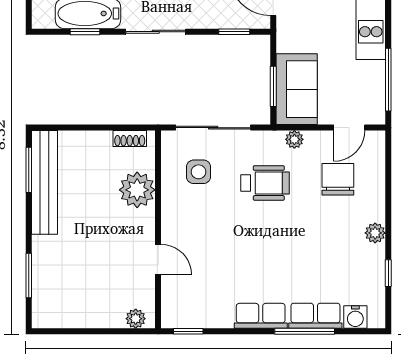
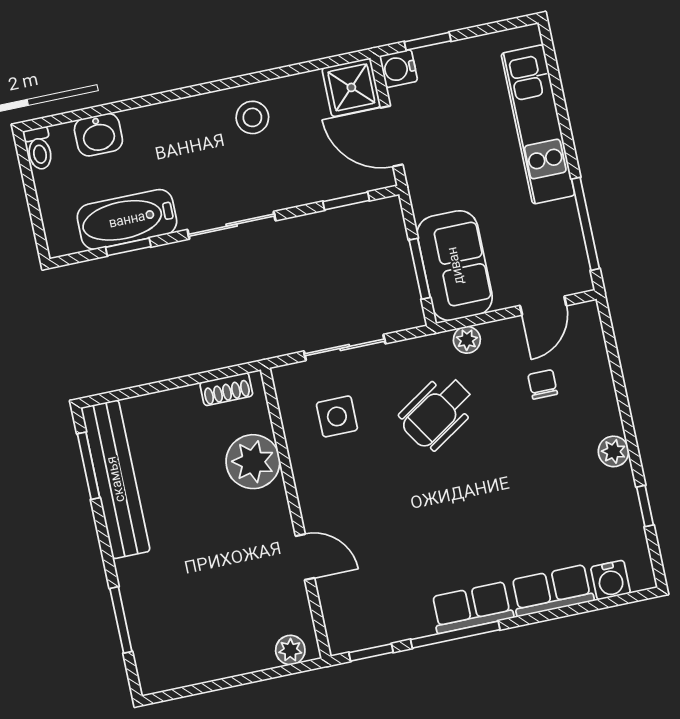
sliding door: (213, 128) -> (345, 347), width x0.73
chair: (338, 179) -> (543, 384), width x0.54, depth x0.54
wheelchair: (265, 183) -> (437, 412), turned 147
window: (305, 331) -> (455, 635), moved

